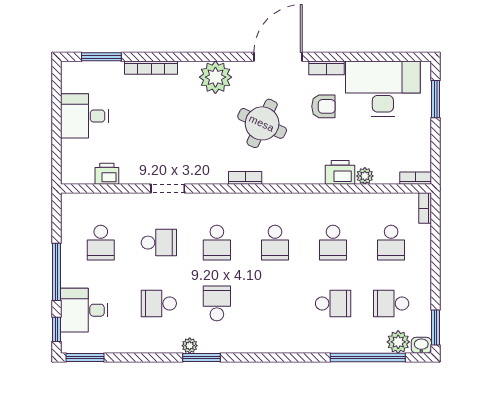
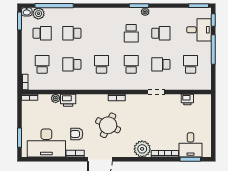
plant: (215, 77) -> (142, 149), moved
desk: (85, 116) -> (190, 145), moved, turned 90
school desk: (333, 243) -> (72, 64), turned -90

